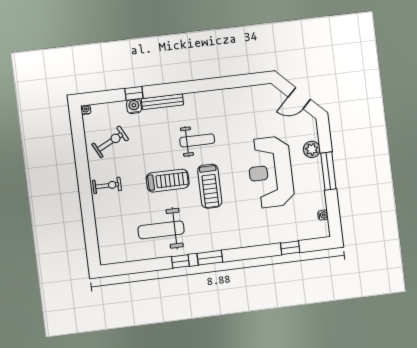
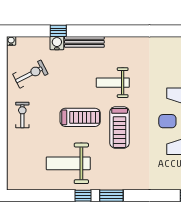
weight bench: (197, 140) -> (113, 83), turned 180
exercise bike: (107, 185) -> (22, 115), turned -90

